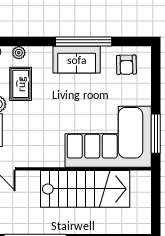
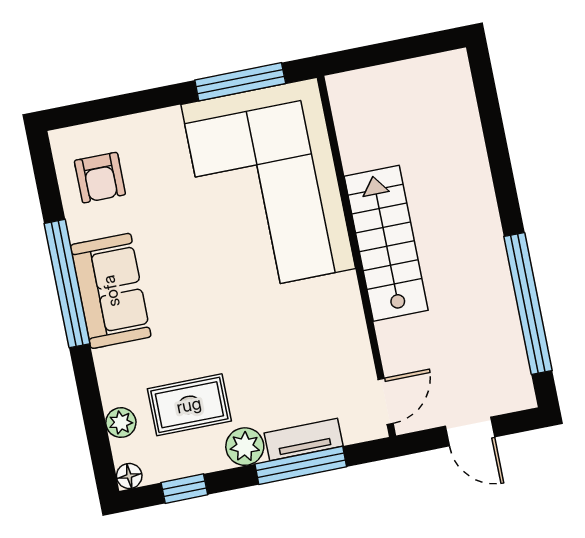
armchair: (126, 65) -> (100, 178), turned 91
stairs: (85, 189) -> (386, 243), width x0.73, depth x0.66

